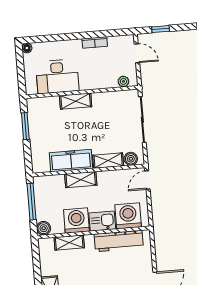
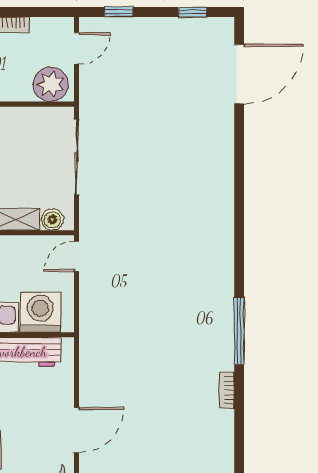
door: (137, 53) -> (77, 48), hinge flipped
plant: (123, 81) -> (51, 84), width x1.88, depth x1.88

